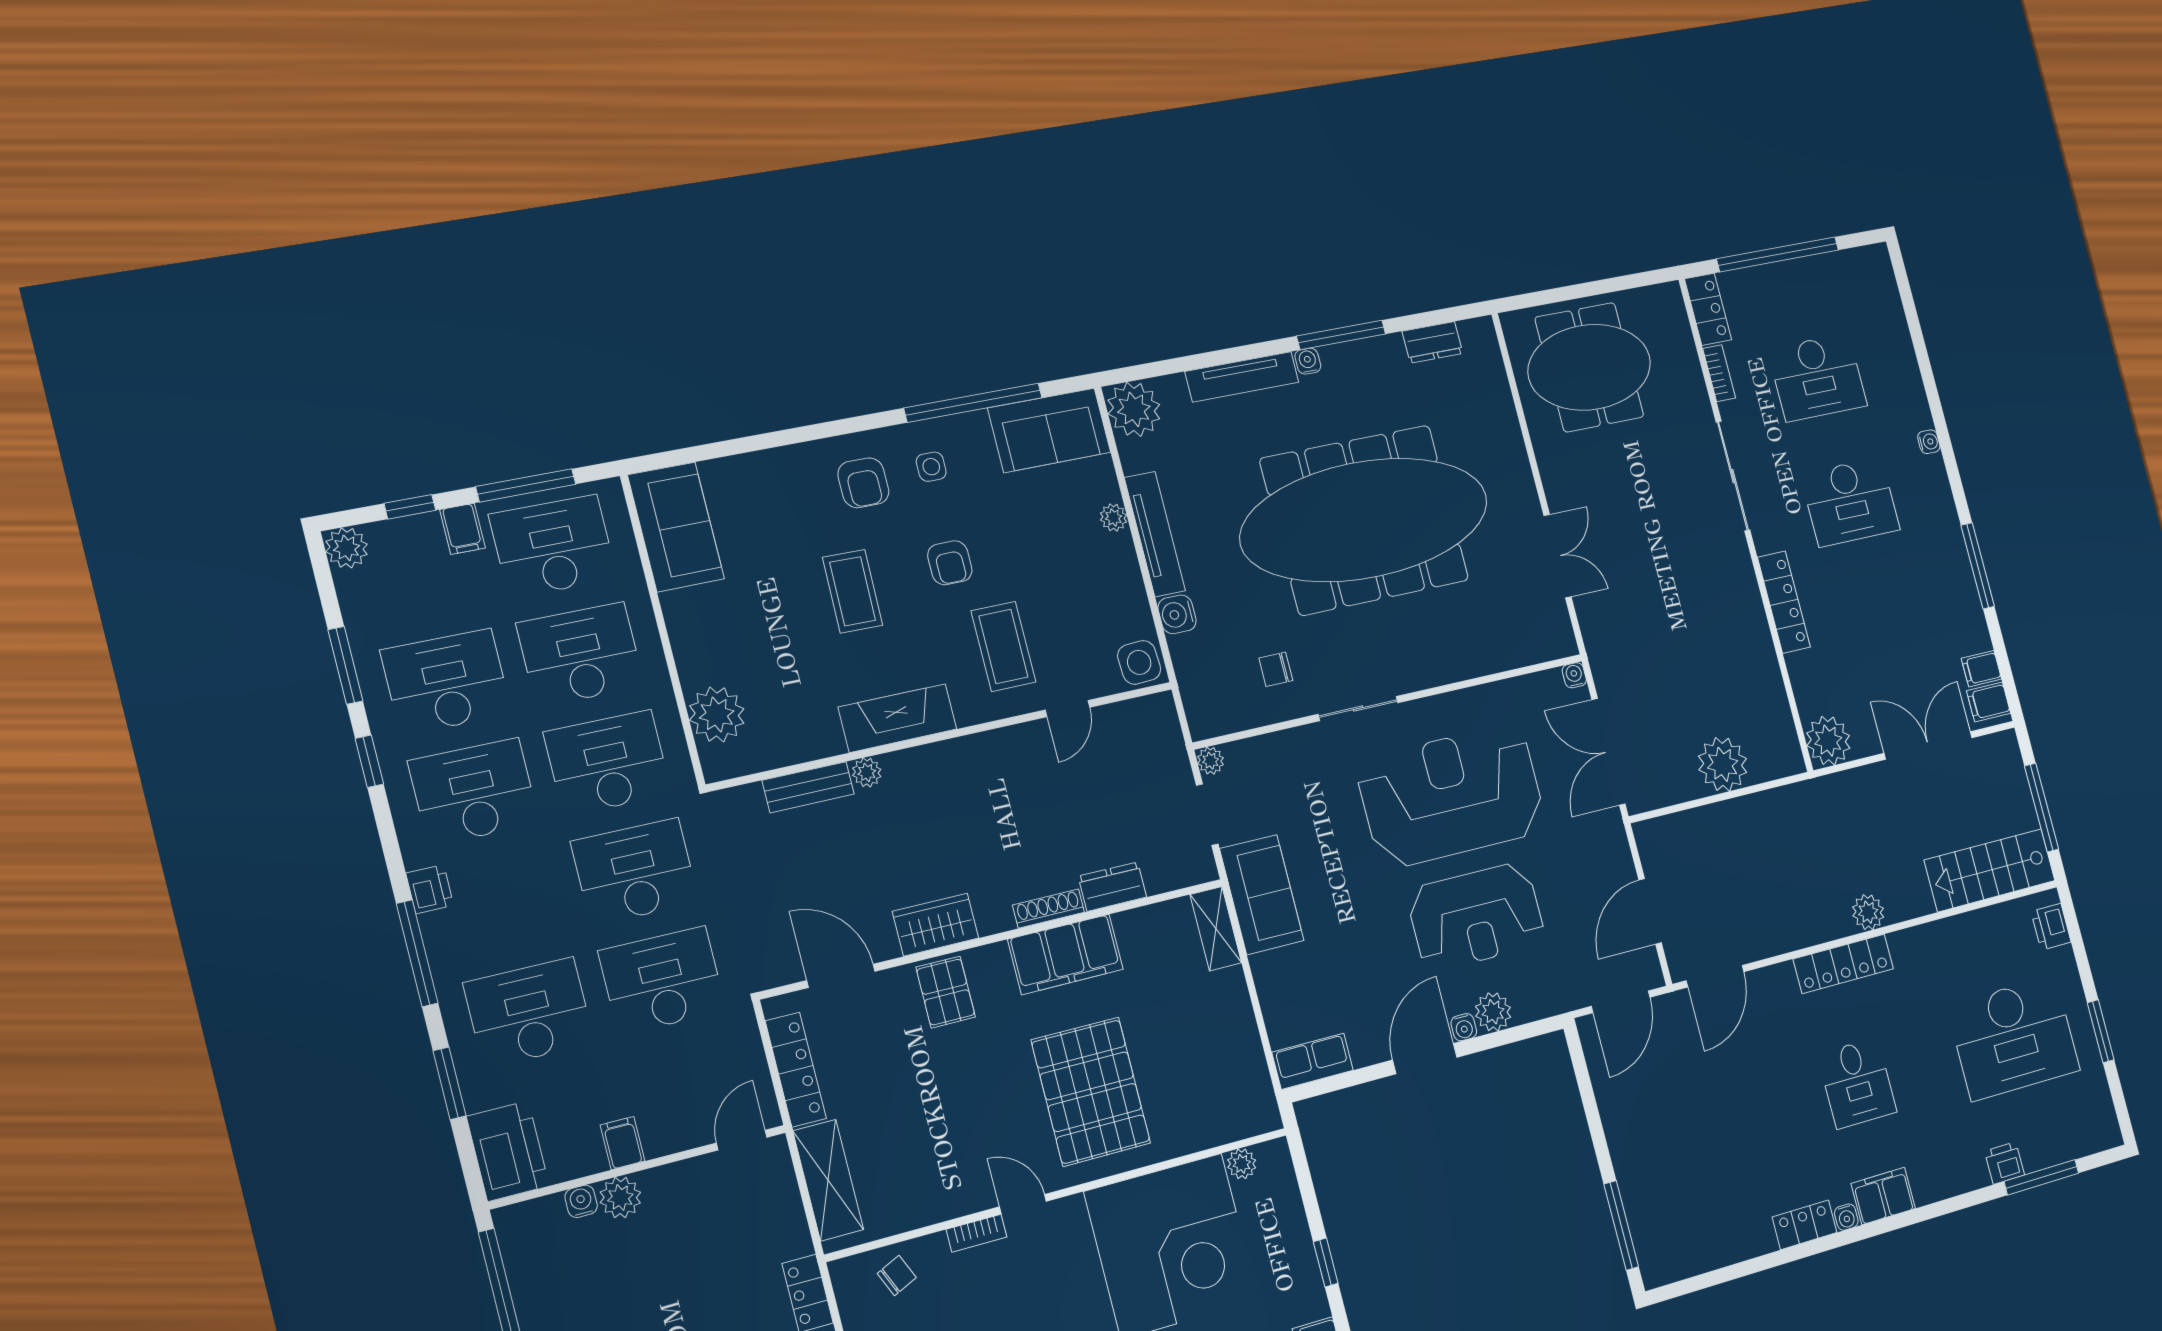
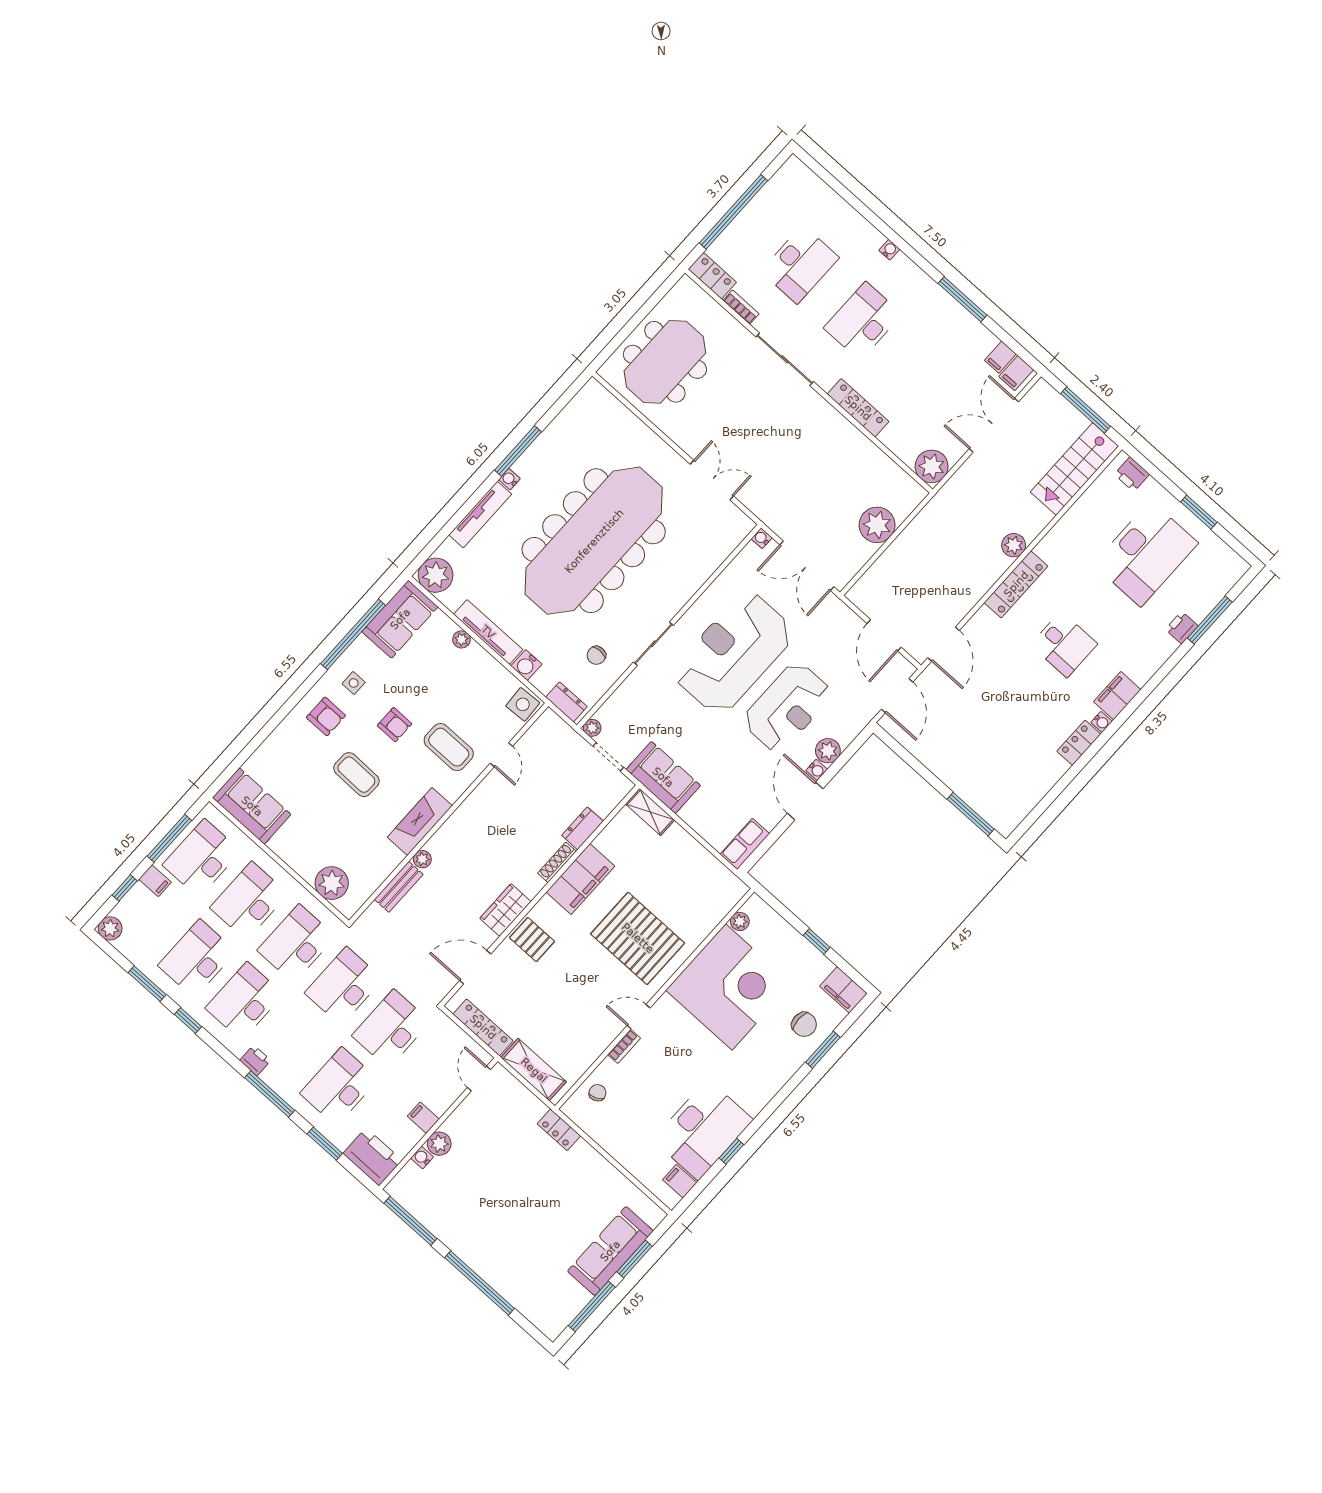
dresser: (1432, 342) -> (566, 702), moved, turned -90
desk: (1850, 502) -> (863, 321), turned 180

